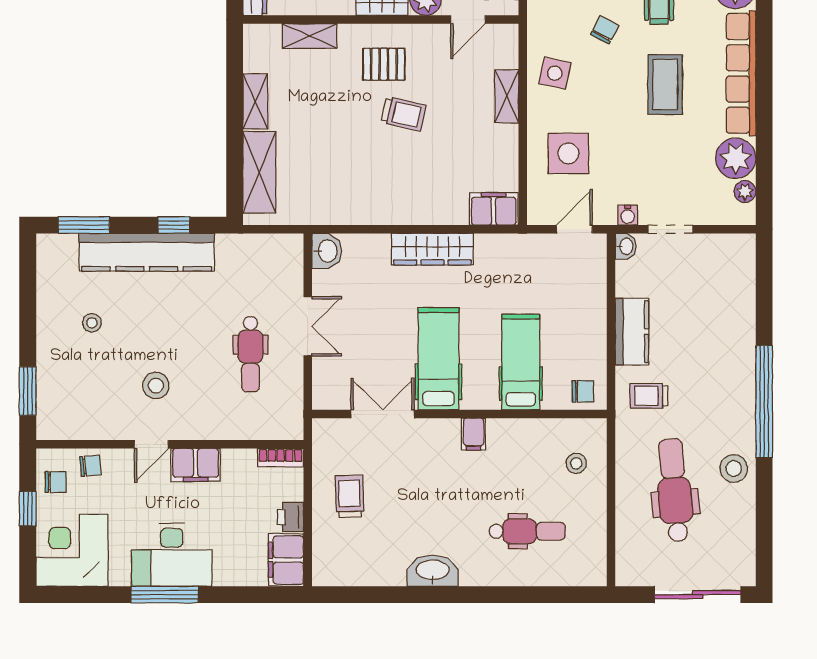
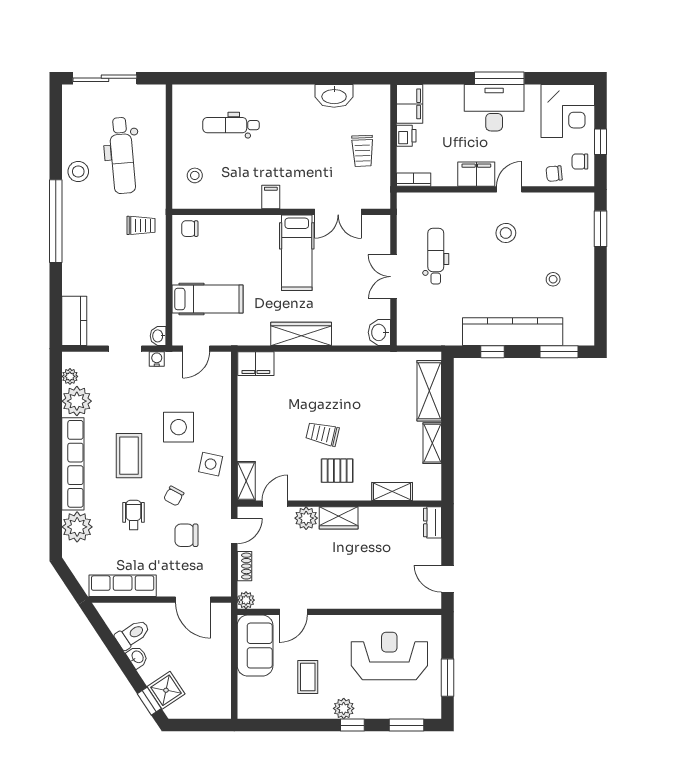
shelving: (507, 96) -> (246, 481), moved
side table: (568, 153) -> (179, 427), moved
kitchen counter: (632, 332) -> (74, 321), moved, turned 180
hospital bed: (521, 362) -> (207, 299), moved, turned -90
washbasin: (433, 571) -> (334, 96), moved

